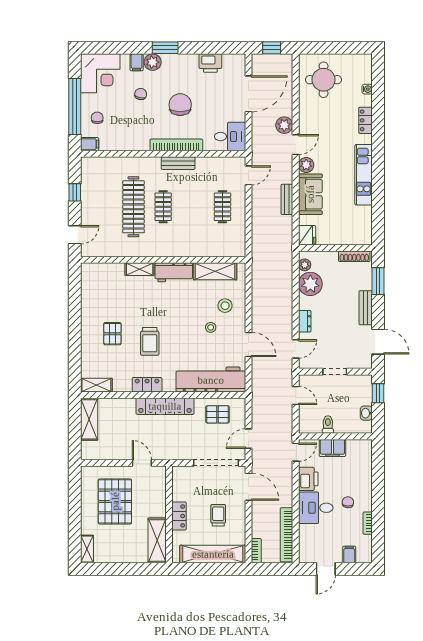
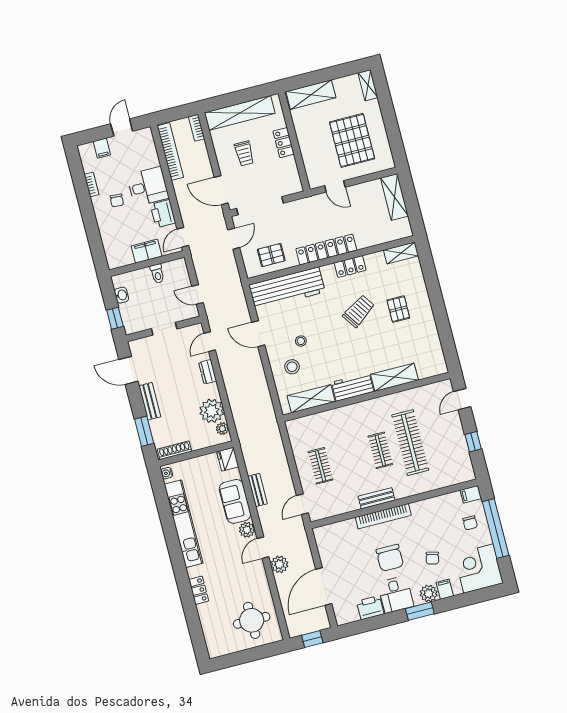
water cooler: (367, 89) -> (167, 473), moved
desk: (230, 137) -> (396, 594), moved, turned -90
kitchen unit: (364, 175) -> (184, 524), width x1.36
shelving: (140, 269) -> (394, 377), width x1.50, depth x1.33
trolley: (150, 341) -> (359, 311), turned 56
shelving: (89, 419) -> (394, 197), moved
shelving: (157, 540) -> (311, 95), moved, turned 90

